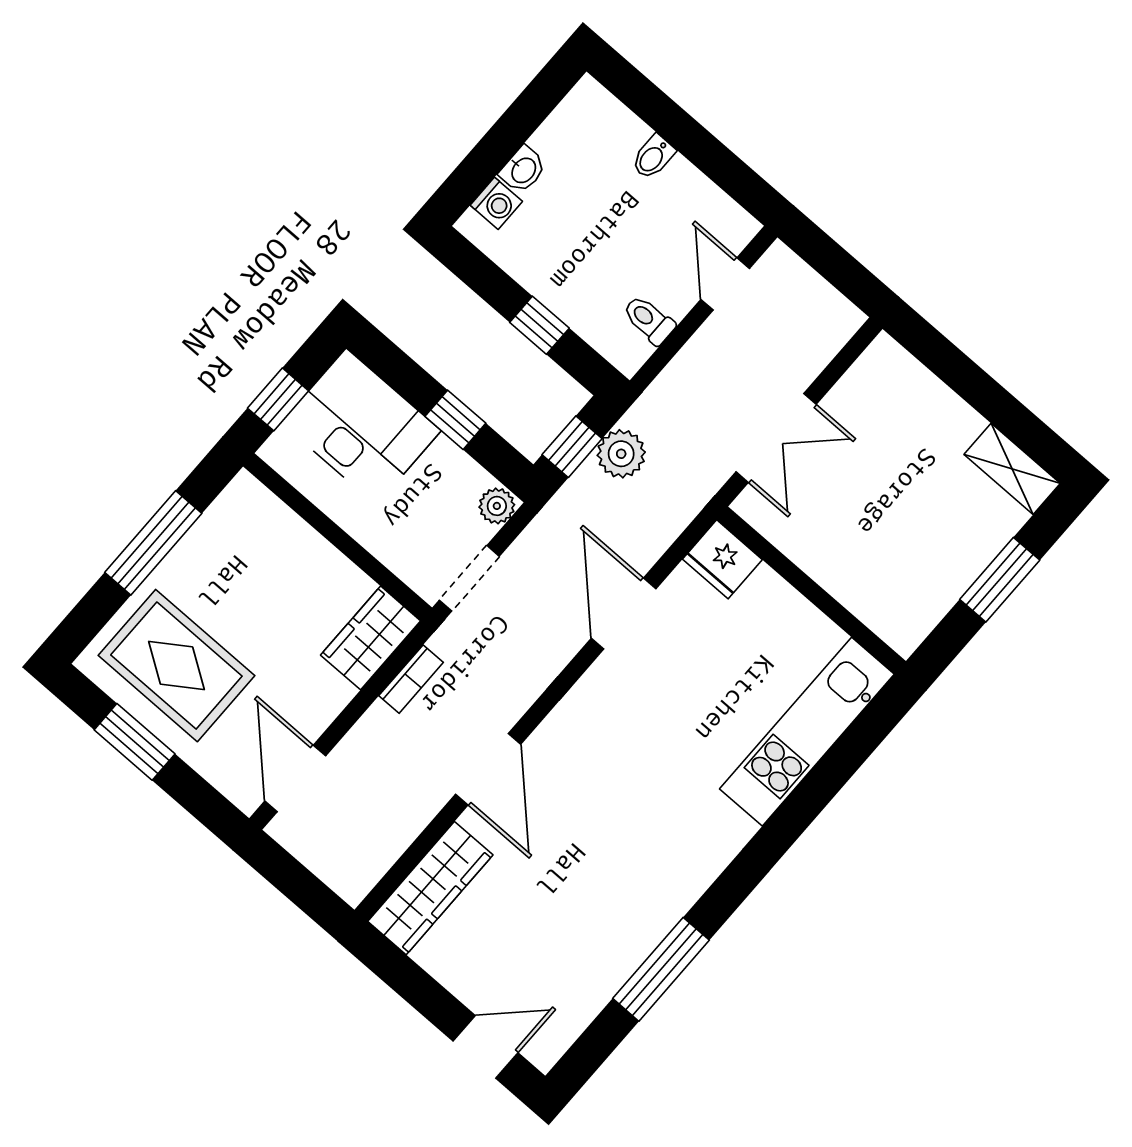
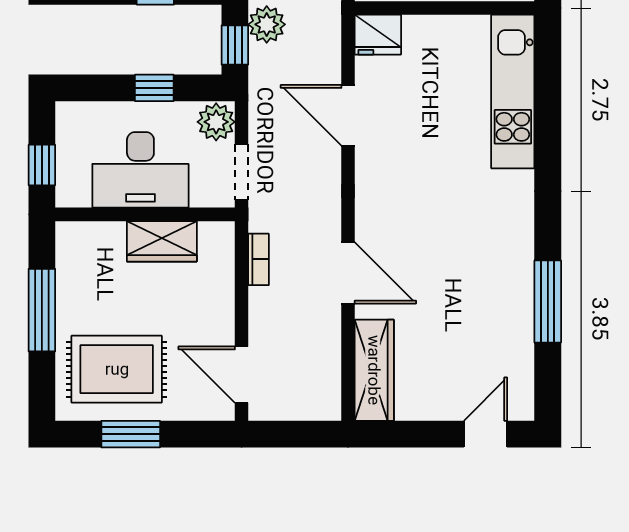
desk: (361, 427) -> (140, 170), moved, turned 180
plant: (497, 506) -> (216, 122), width x1.38, depth x1.38
wardrobe: (371, 638) -> (162, 241), moved, turned -90

